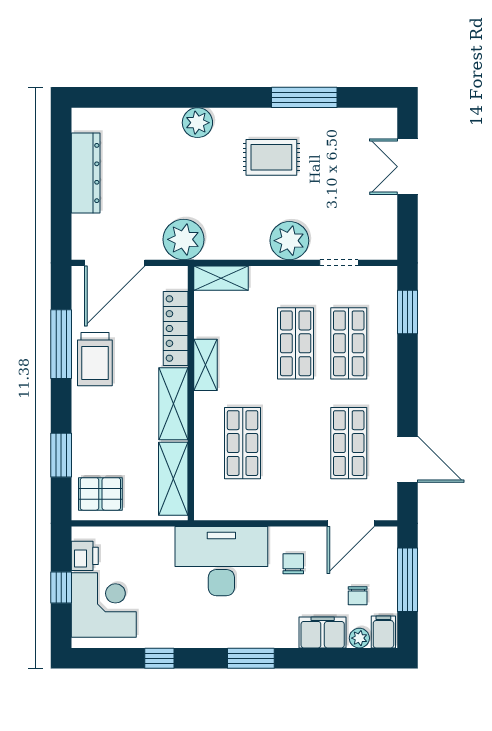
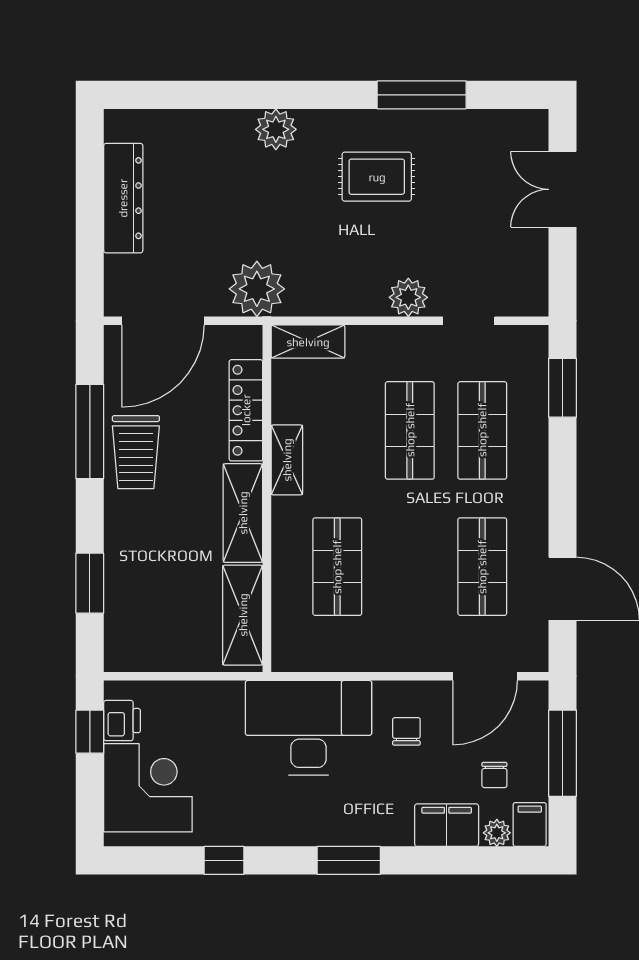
plant: (289, 241) -> (408, 297), width x0.73, depth x0.73
pallet: (100, 494) -> (143, 636), removed
window: (61, 587) -> (90, 732), moved

